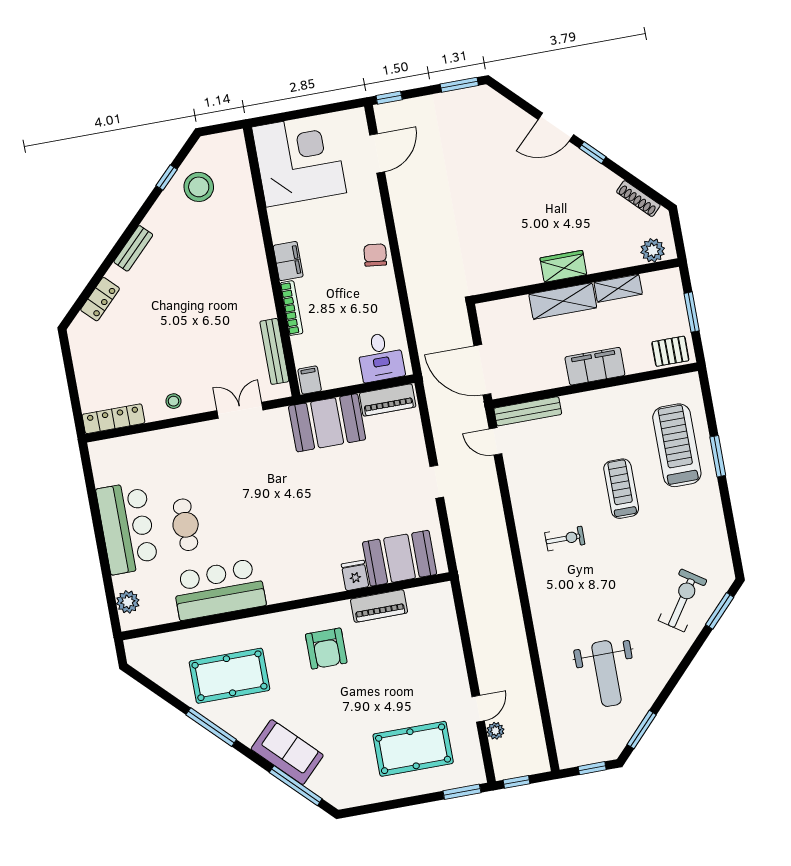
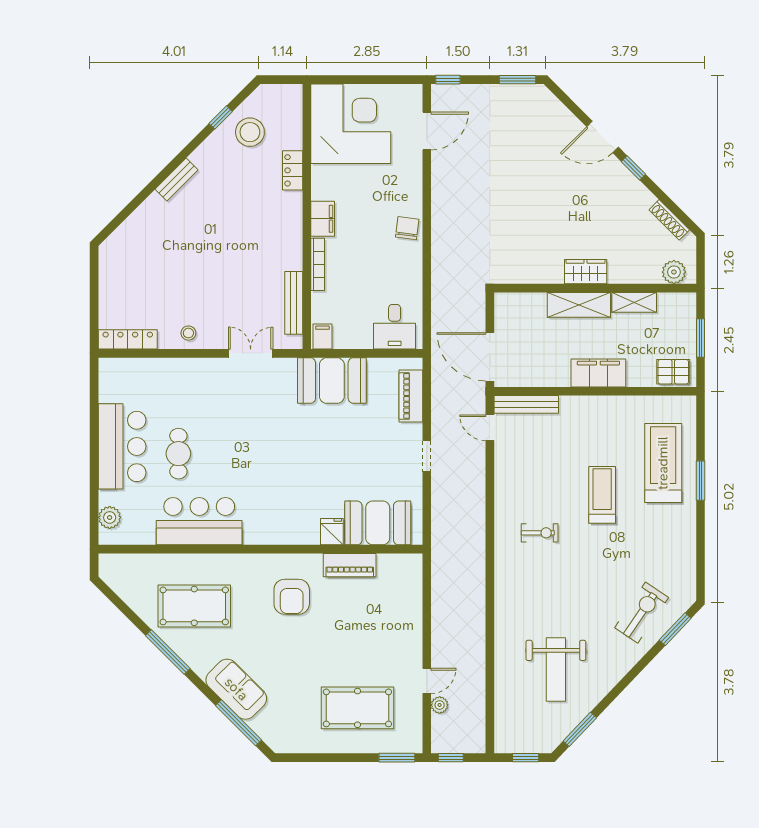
locker: (100, 299) -> (293, 170), moved, turned 135
piano: (388, 400) -> (411, 396), moved, turned 90

